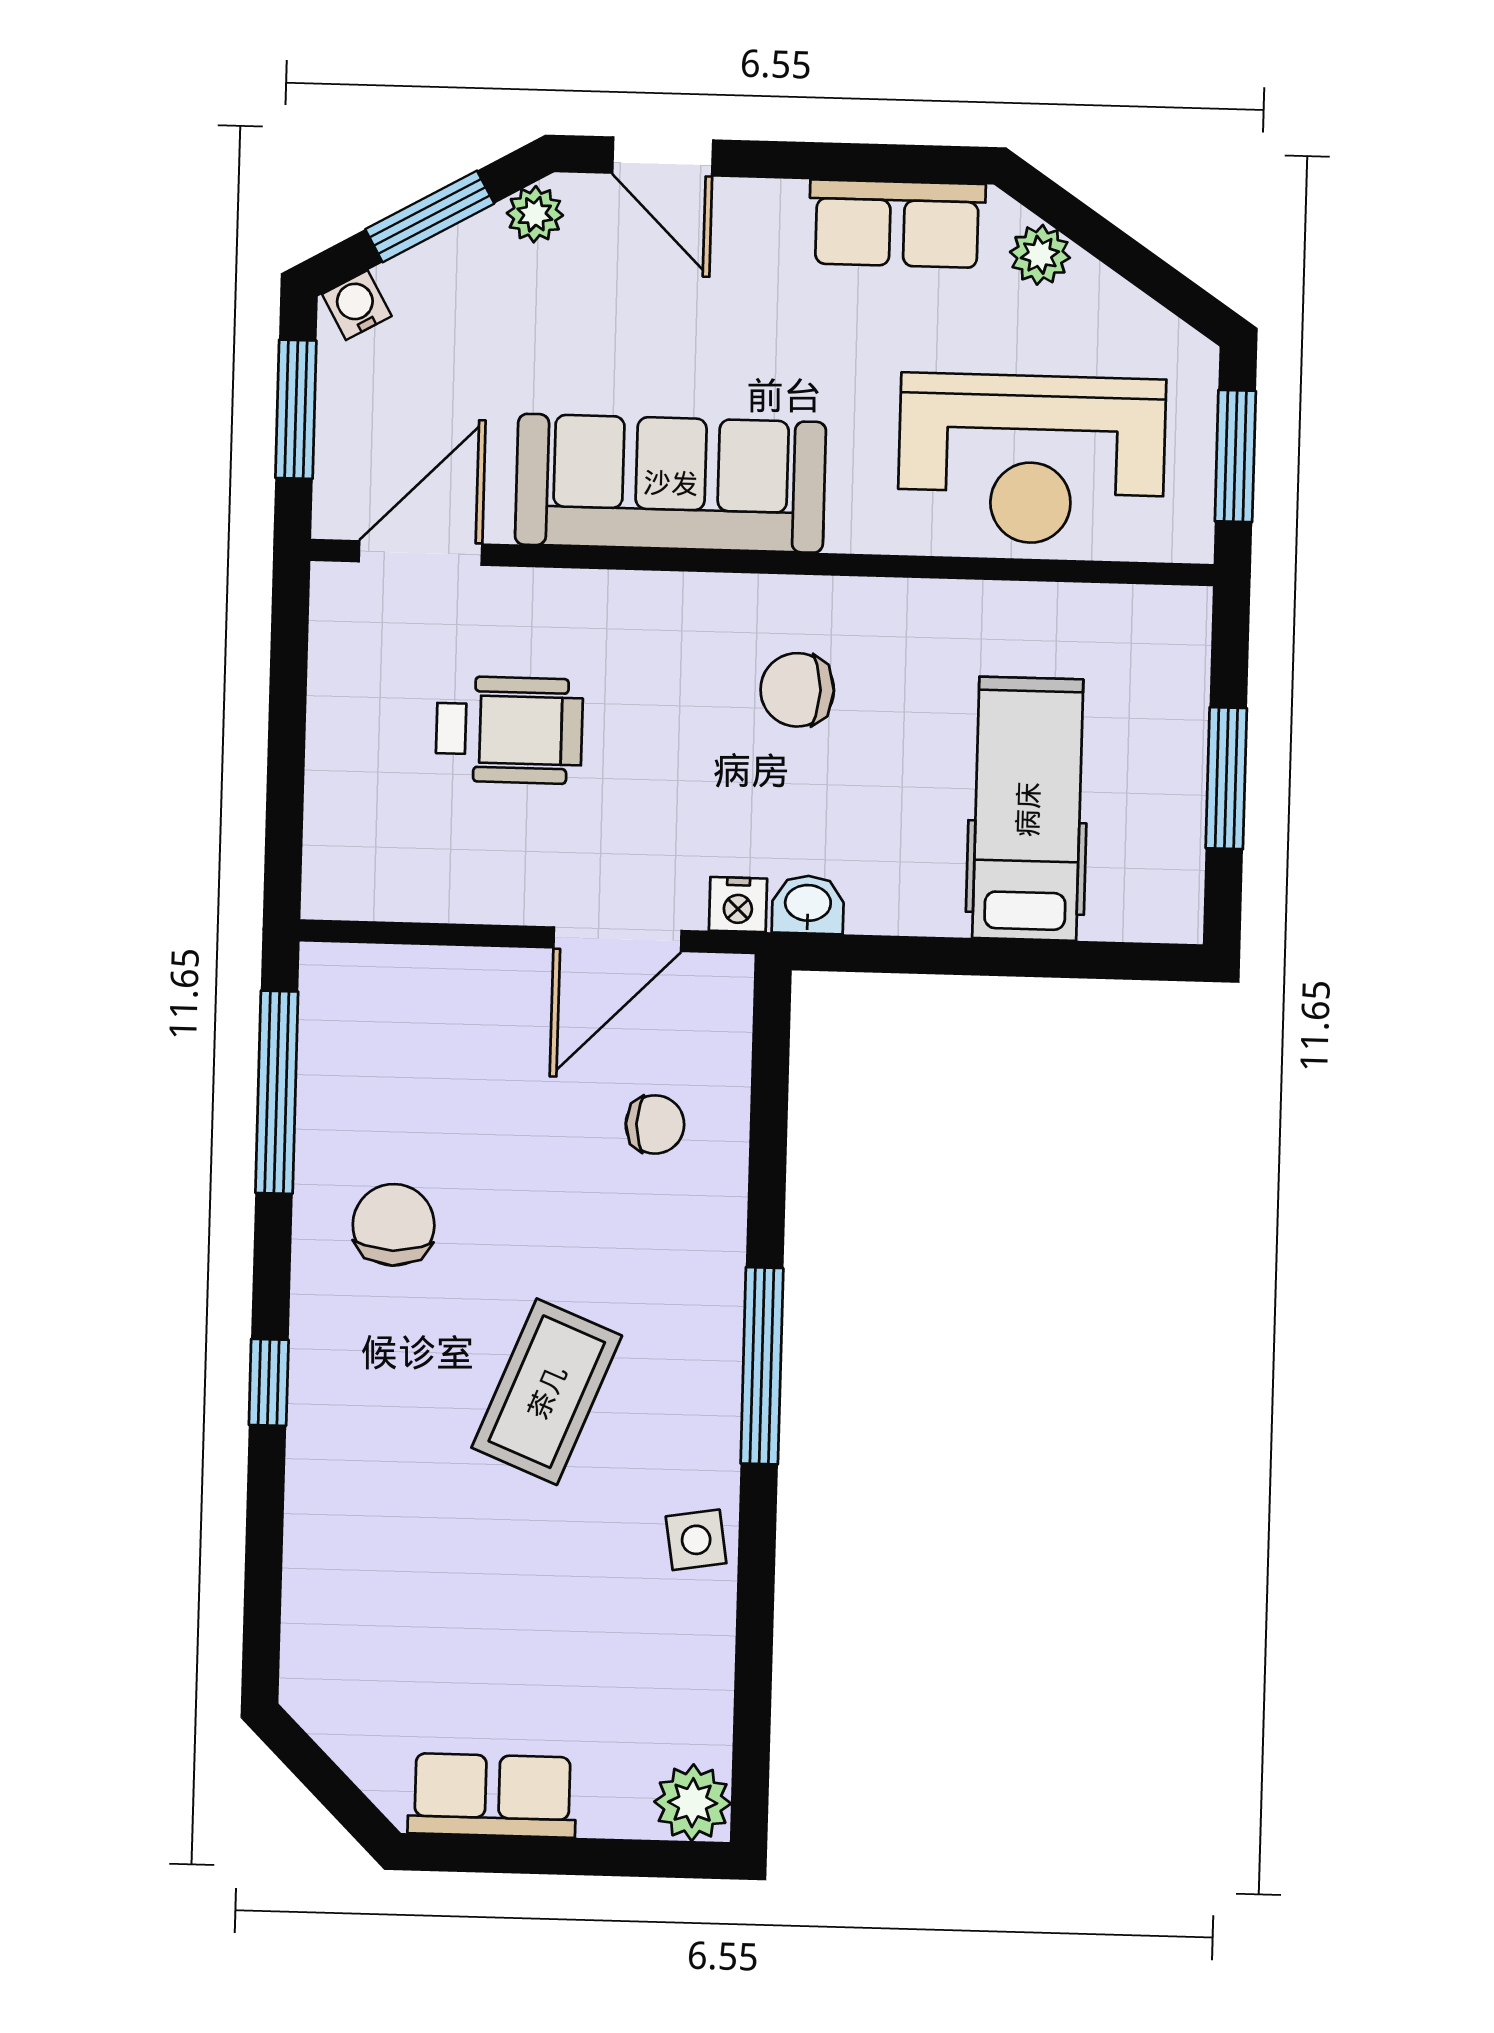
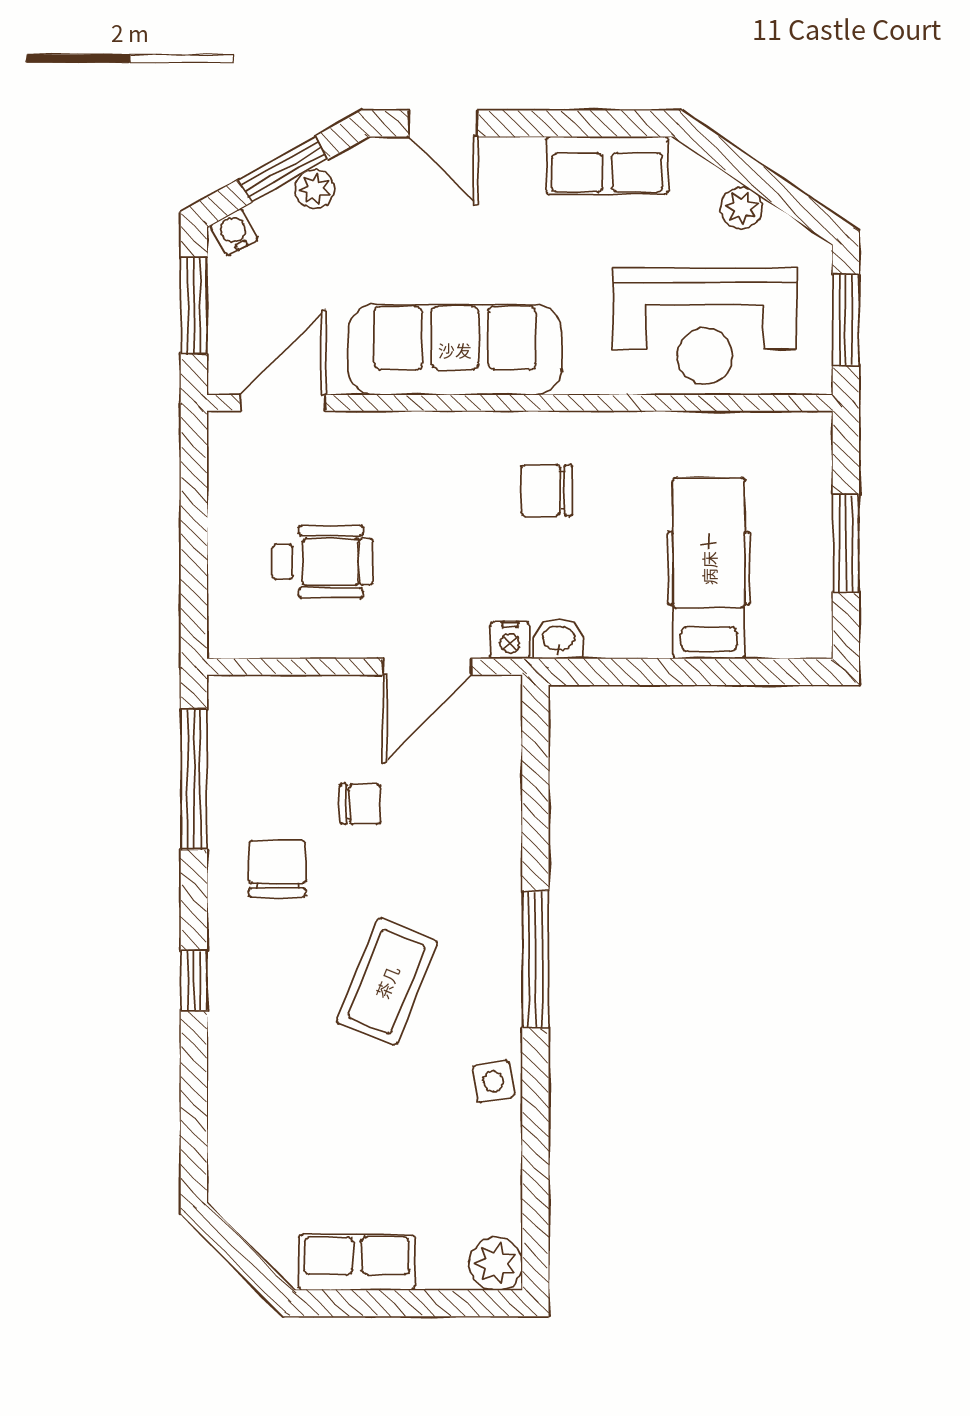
plant: (535, 214) -> (315, 189), moved
plant: (1040, 255) -> (741, 208), moved
wheelchair: (509, 730) -> (323, 562), moved
chair: (655, 1124) -> (360, 804), moved

